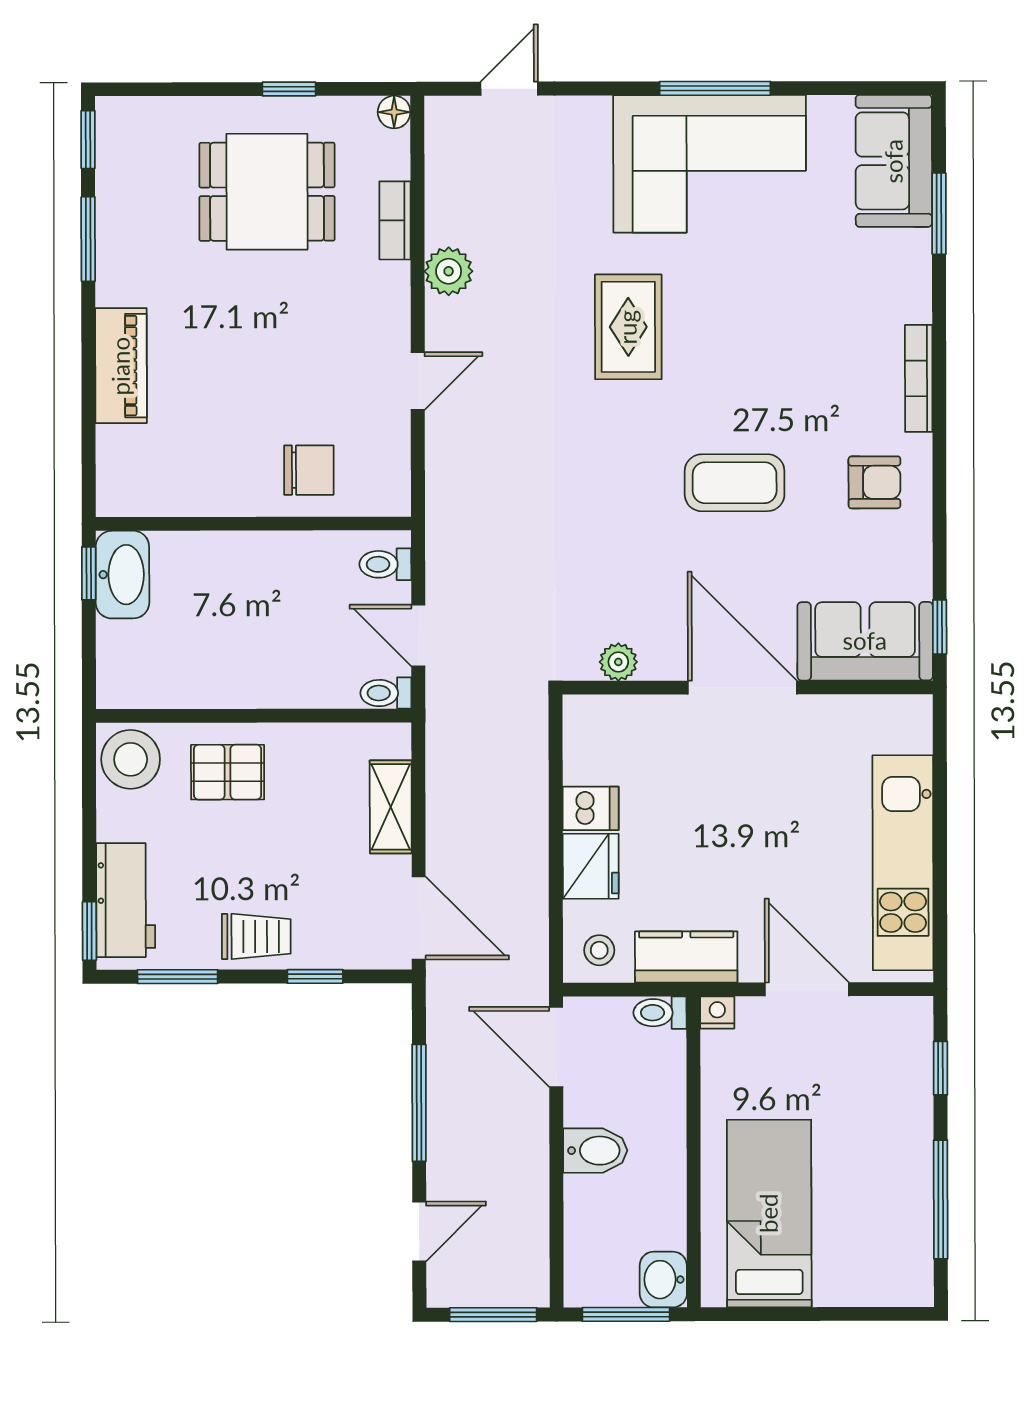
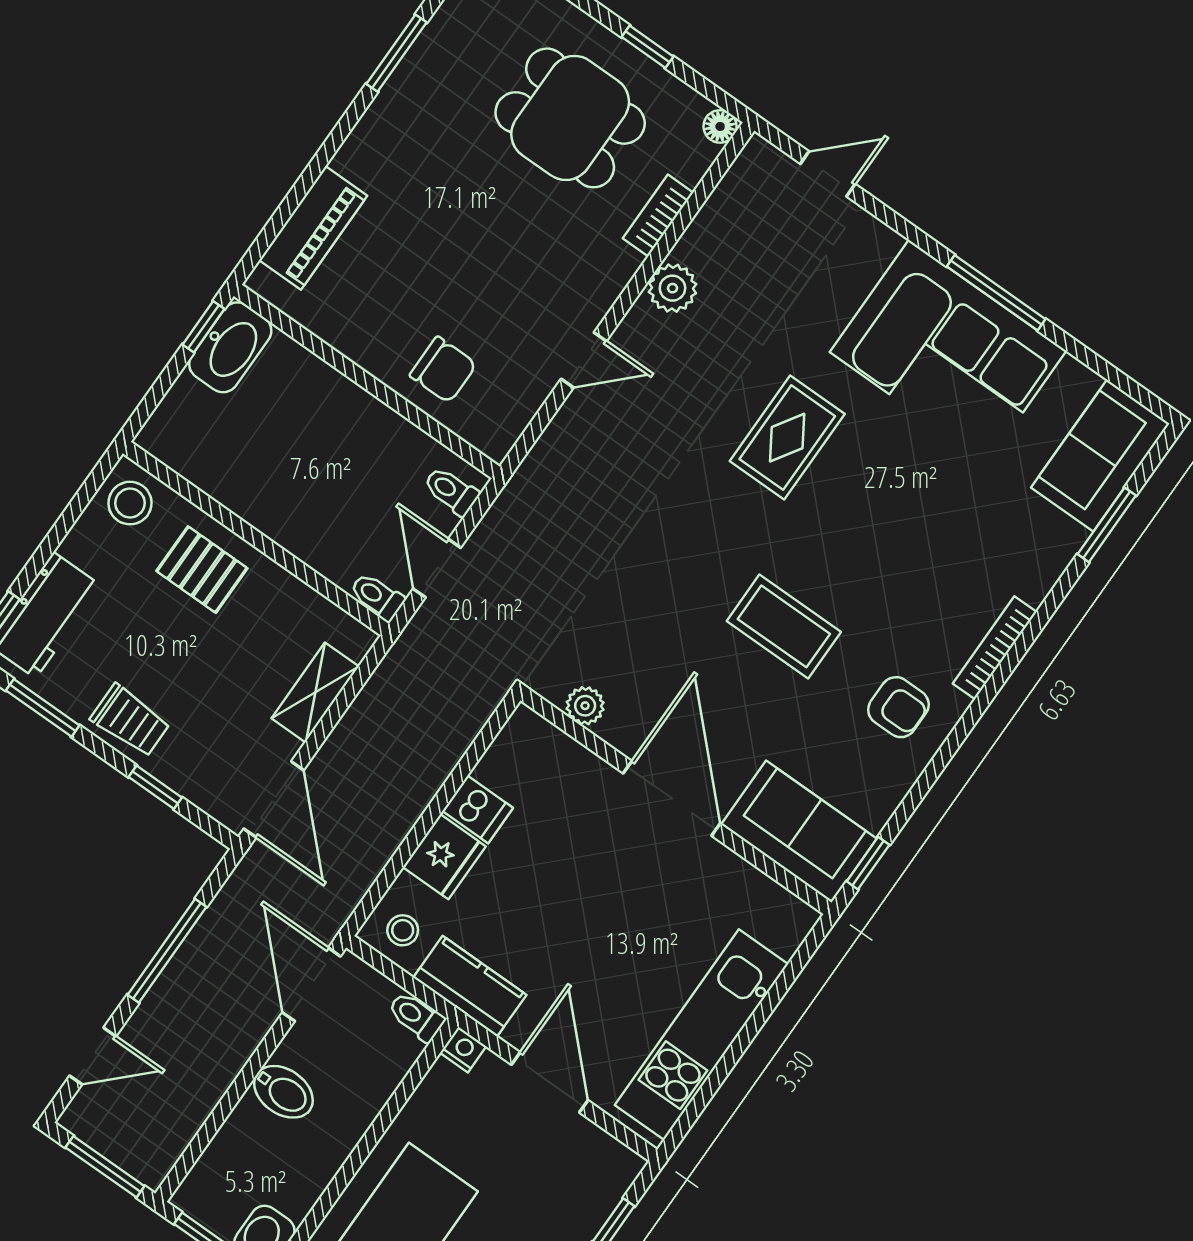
piano: (121, 366) -> (313, 228), moved
stool: (131, 759) -> (130, 503), width x0.73, depth x0.73

